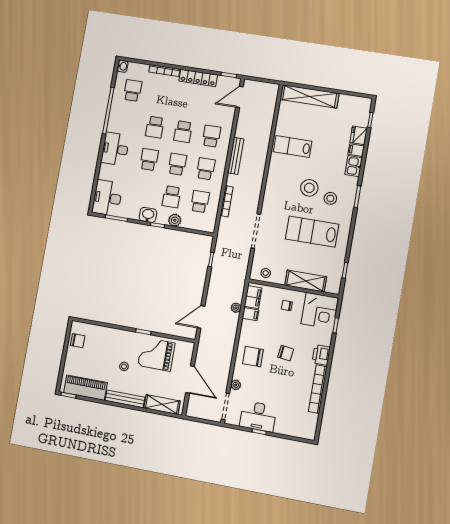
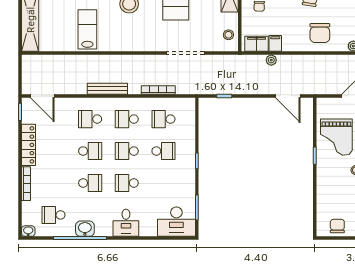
lab bench: (293, 147) -> (87, 29), turned 180
desk: (115, 149) -> (126, 223), width x0.73
washbasin: (148, 215) -> (85, 229), moved, turned 90
plant: (175, 220) -> (188, 143), removed

